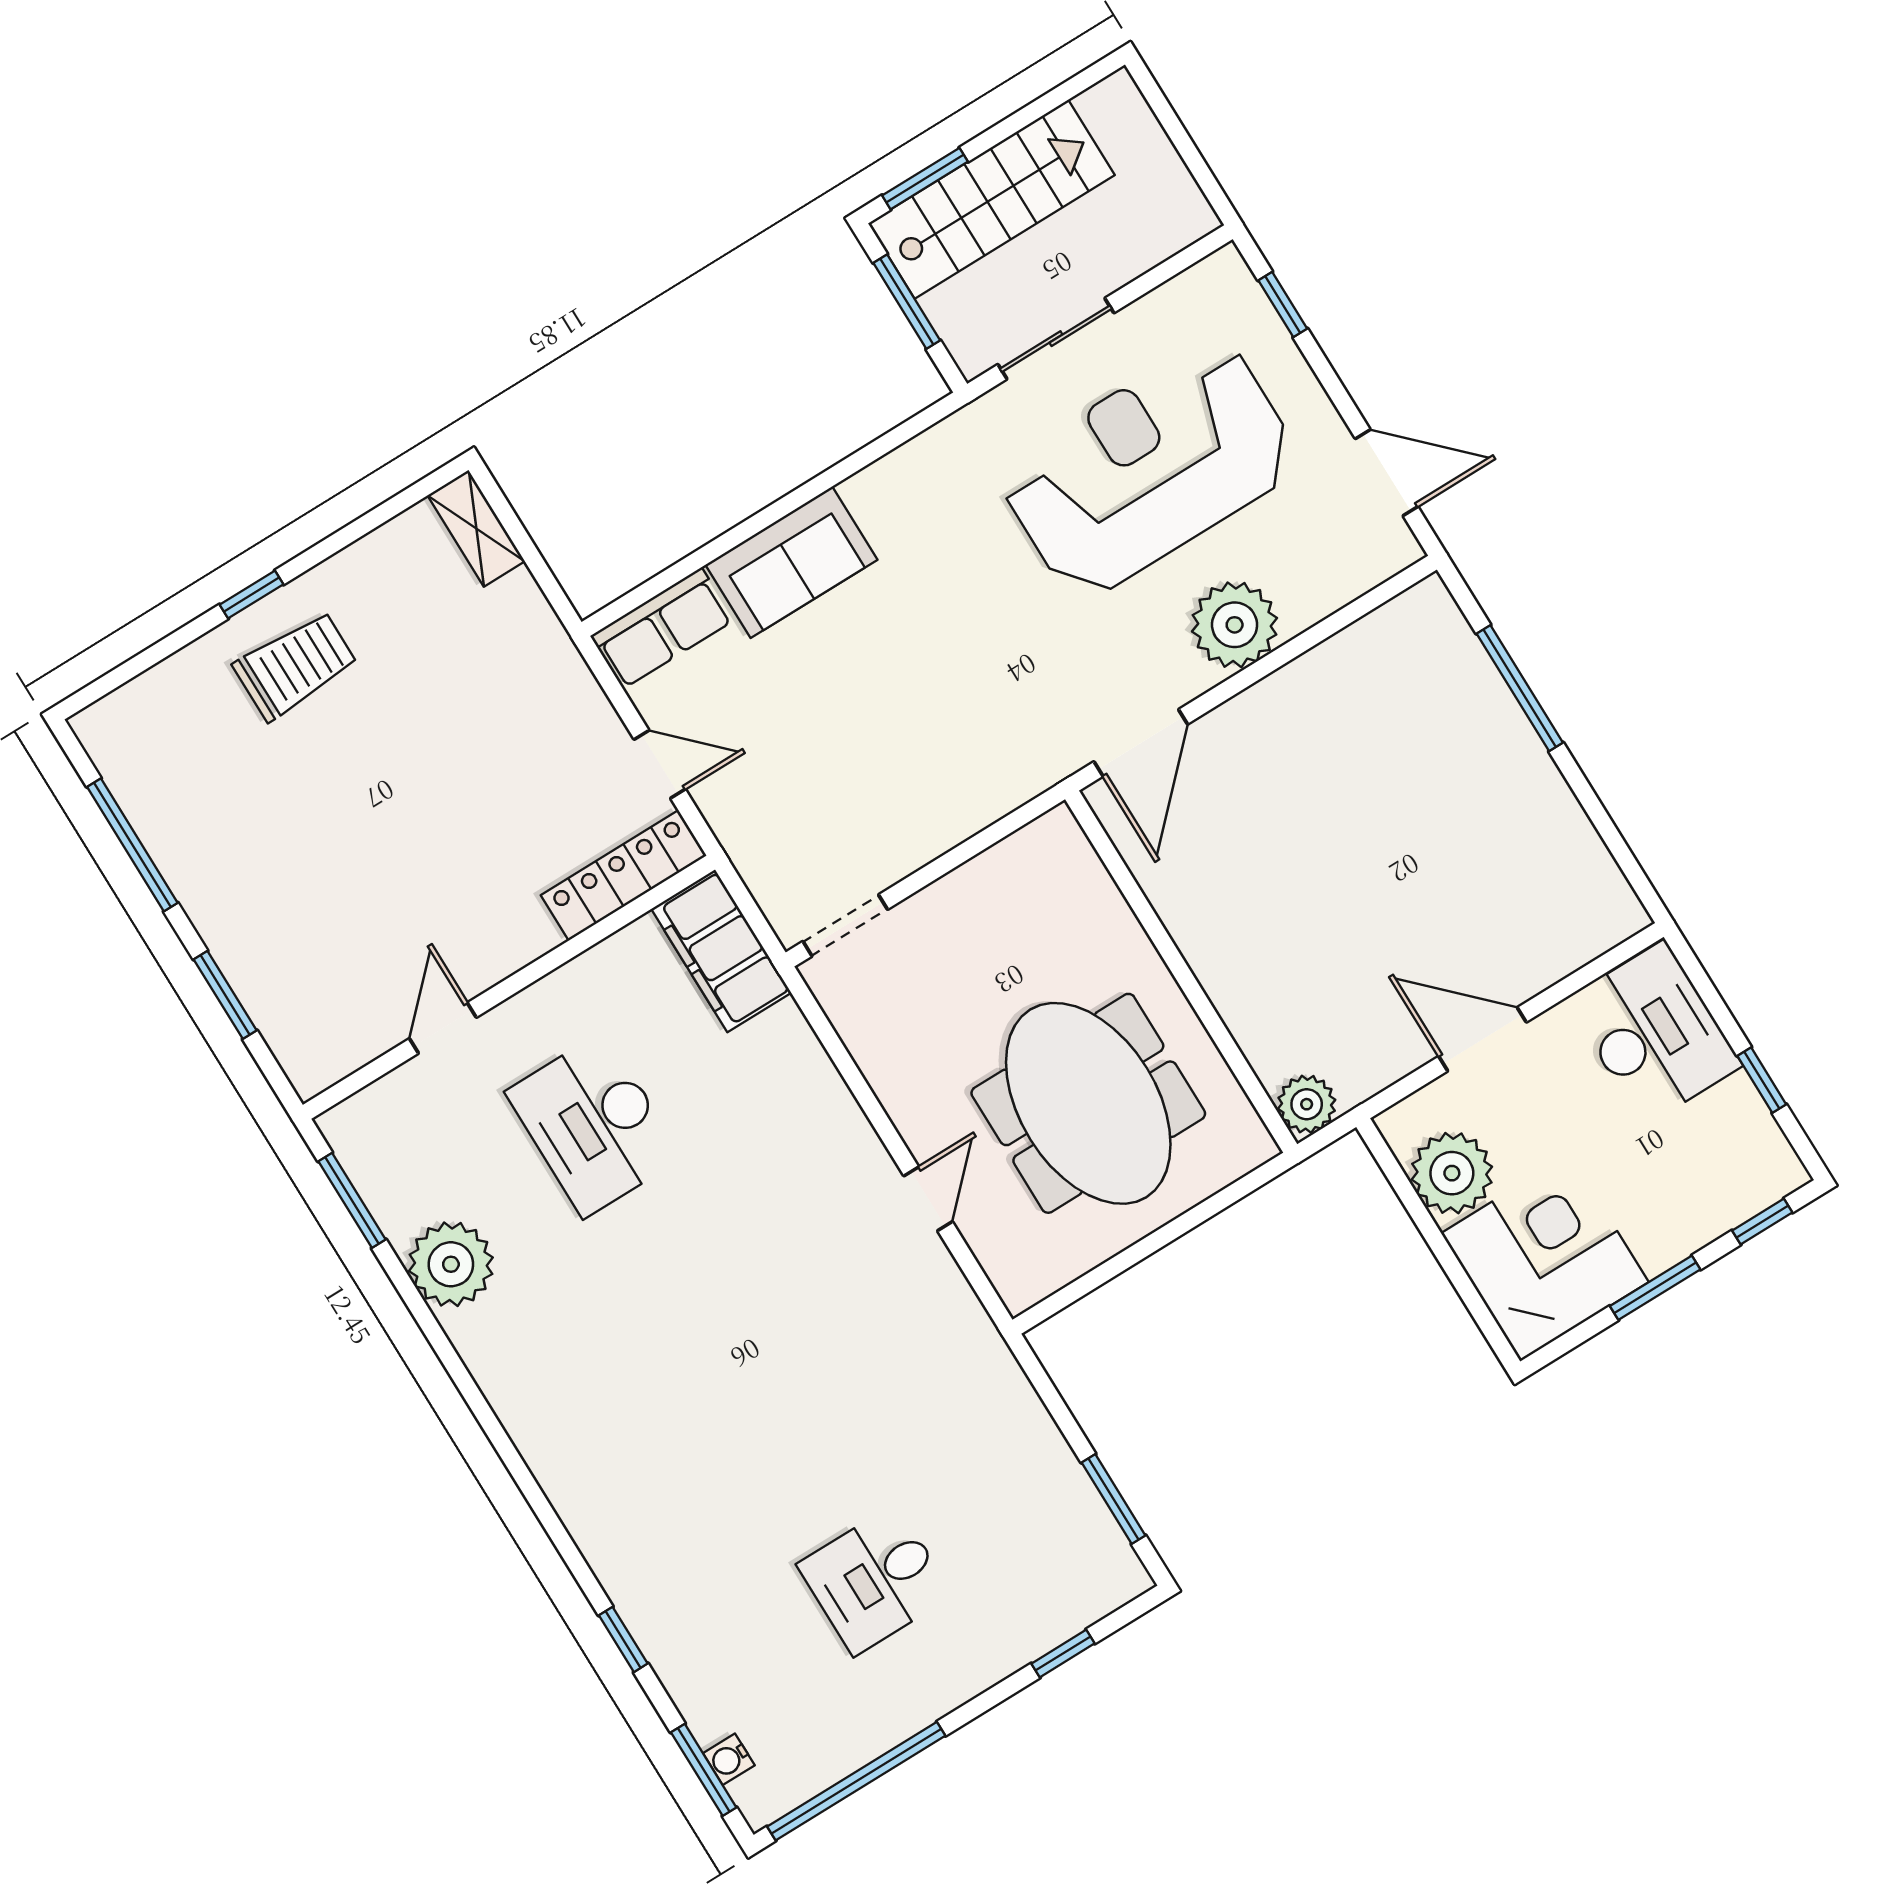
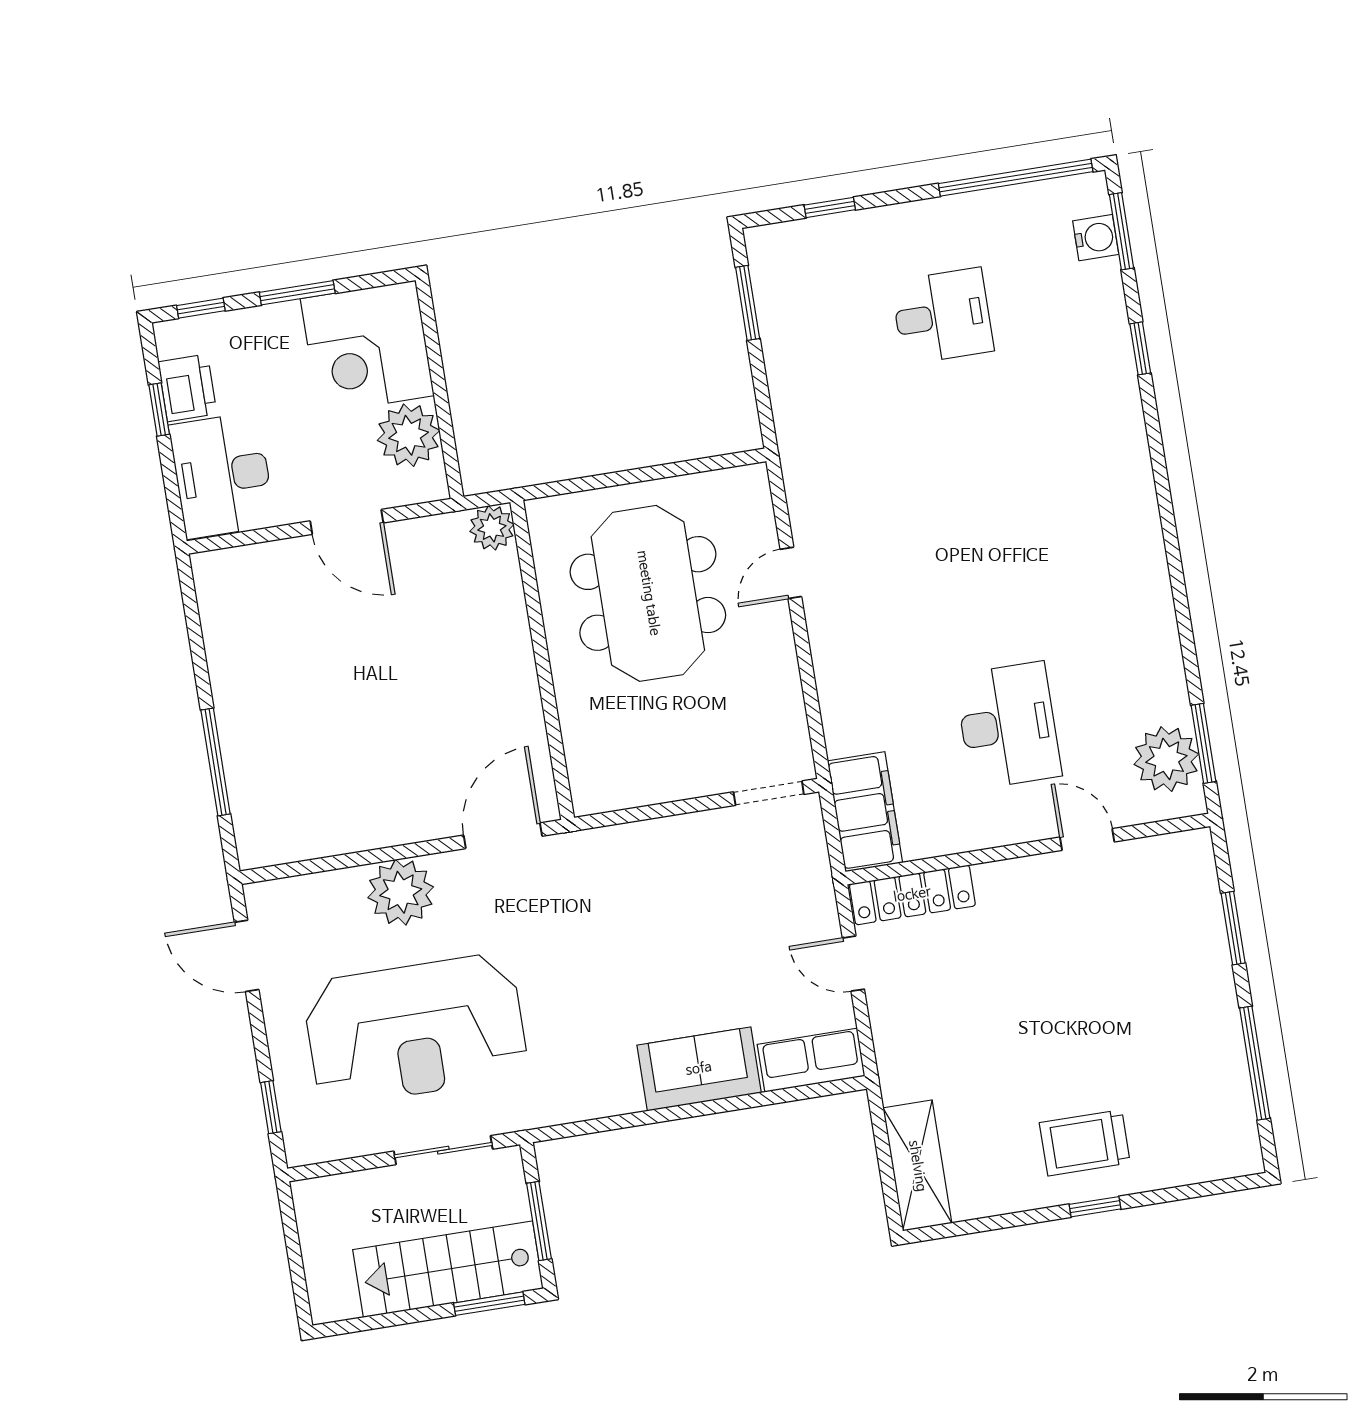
shelving: (476, 528) -> (917, 1166), width x1.50, depth x1.33
door: (443, 1028) -> (1087, 840), swing flipped
printer: (1739, 1120) -> (187, 388), added
plant: (451, 1264) -> (1166, 759), moved
water cooler: (729, 1759) -> (1096, 238), width x1.38, depth x1.38

